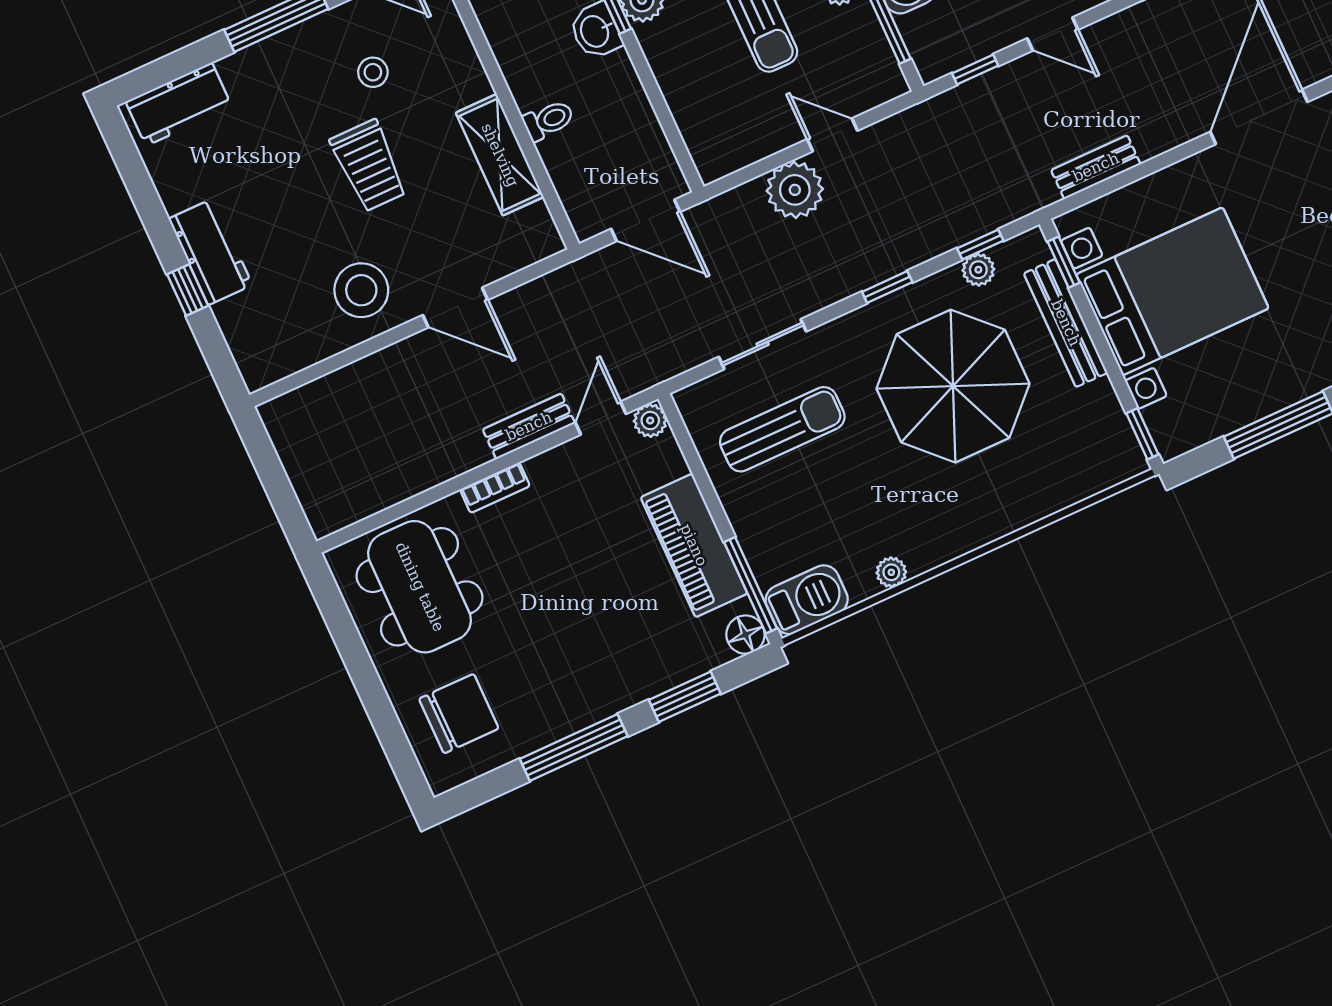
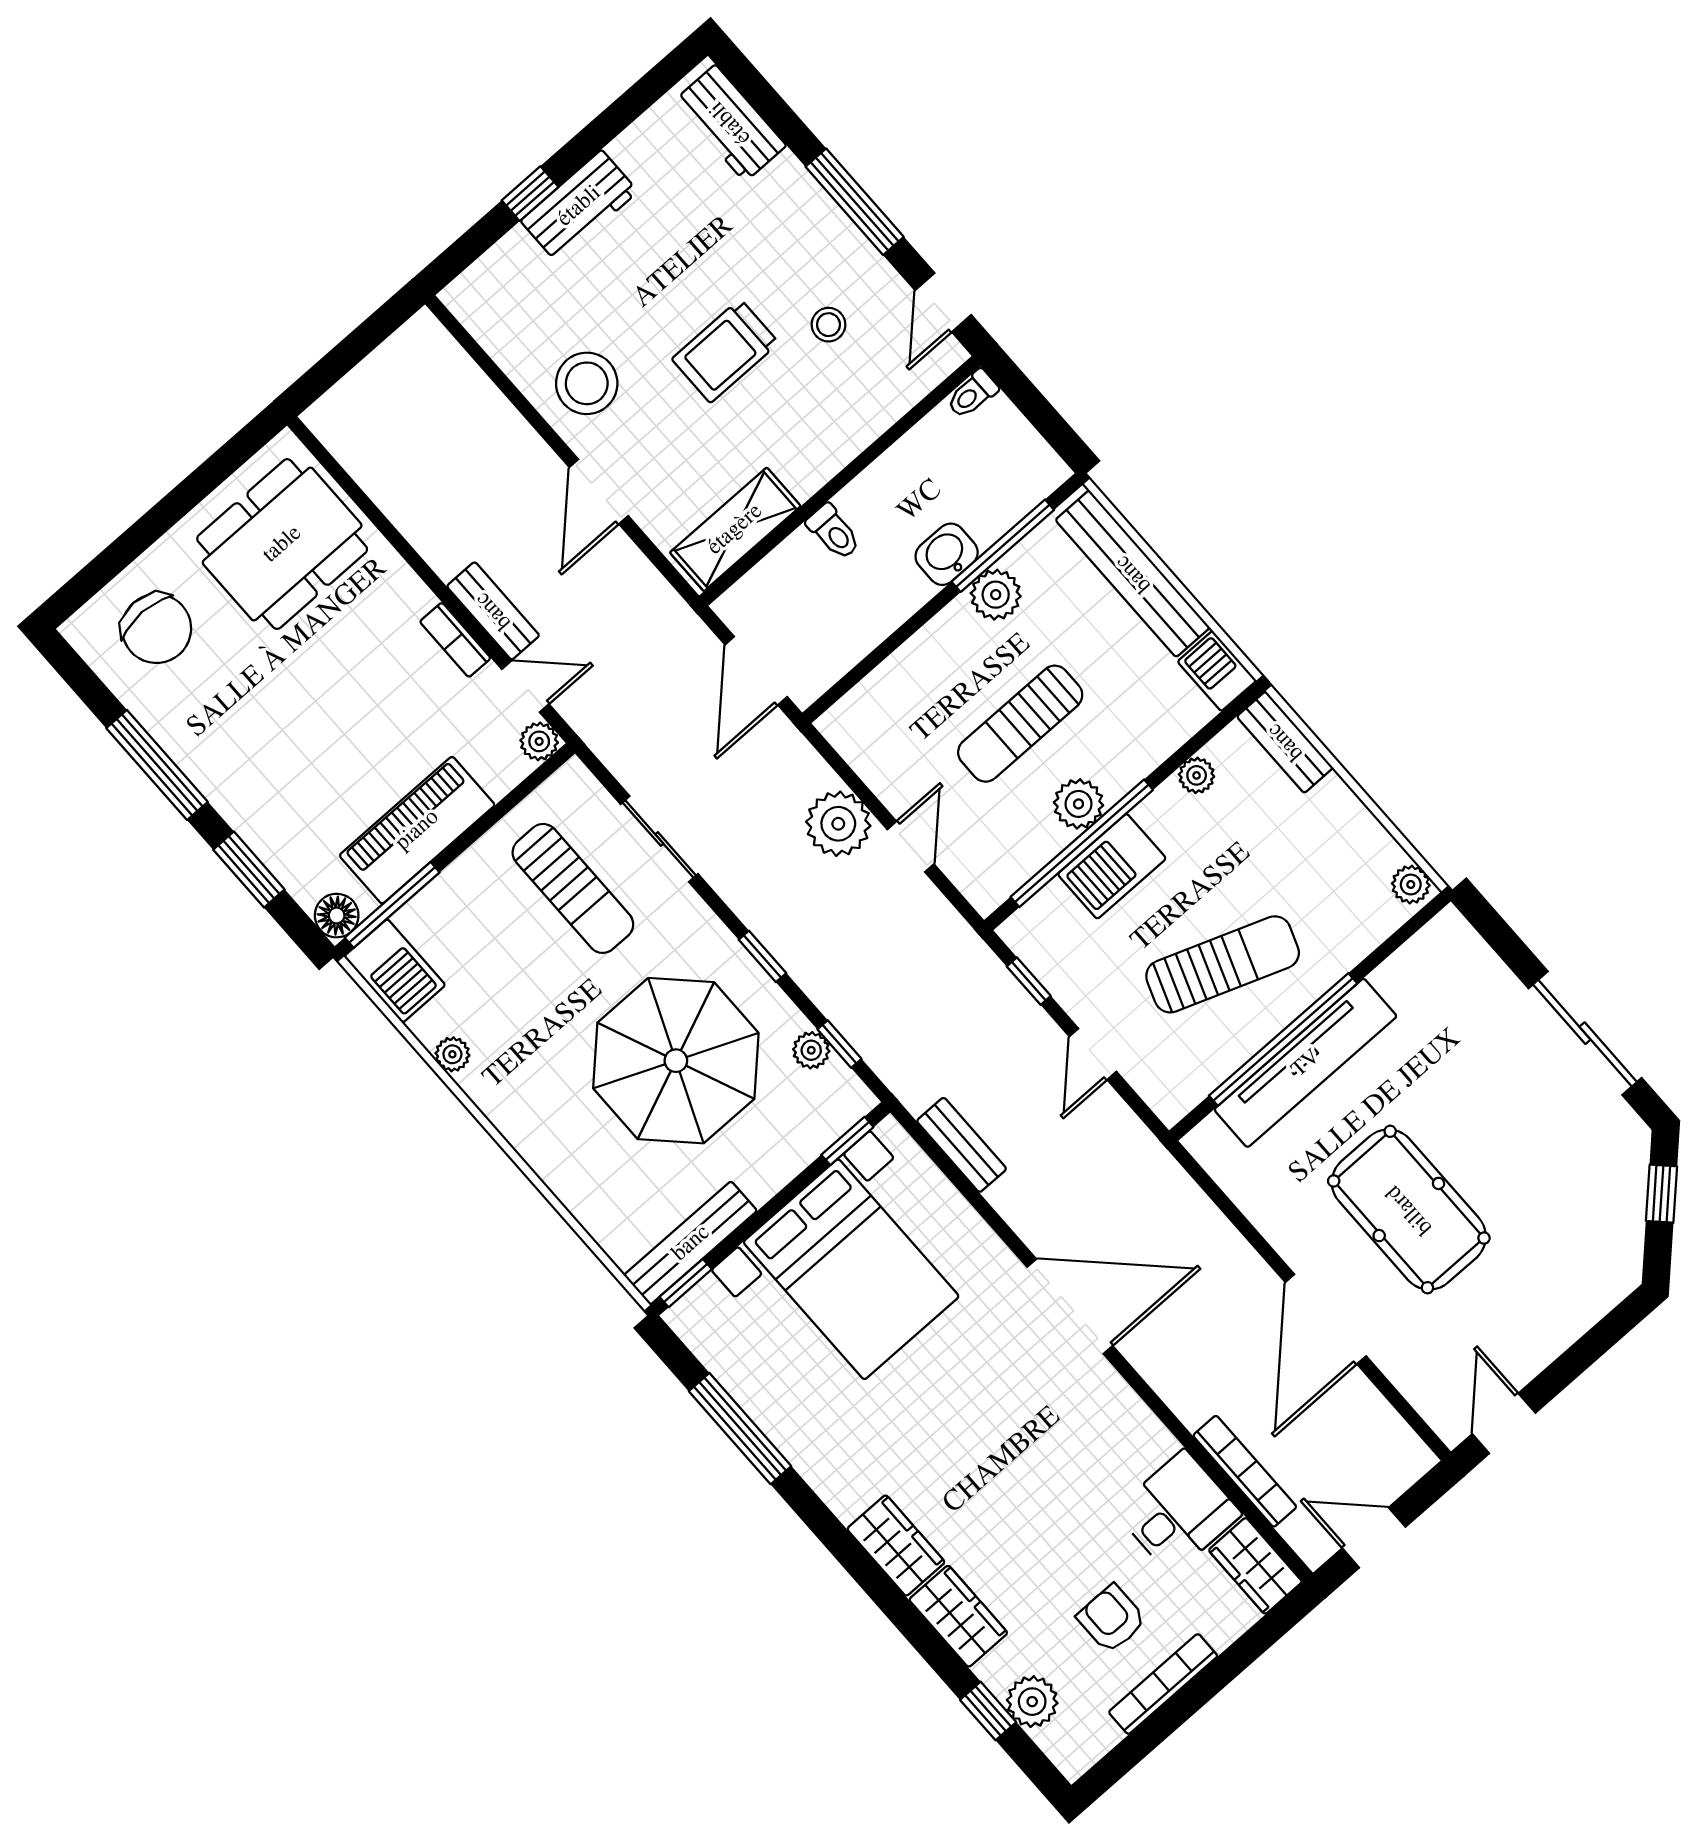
shelving: (500, 155) -> (735, 529), moved
bench: (1066, 323) -> (691, 1243), moved
bookcase: (495, 488) -> (455, 640), moved

